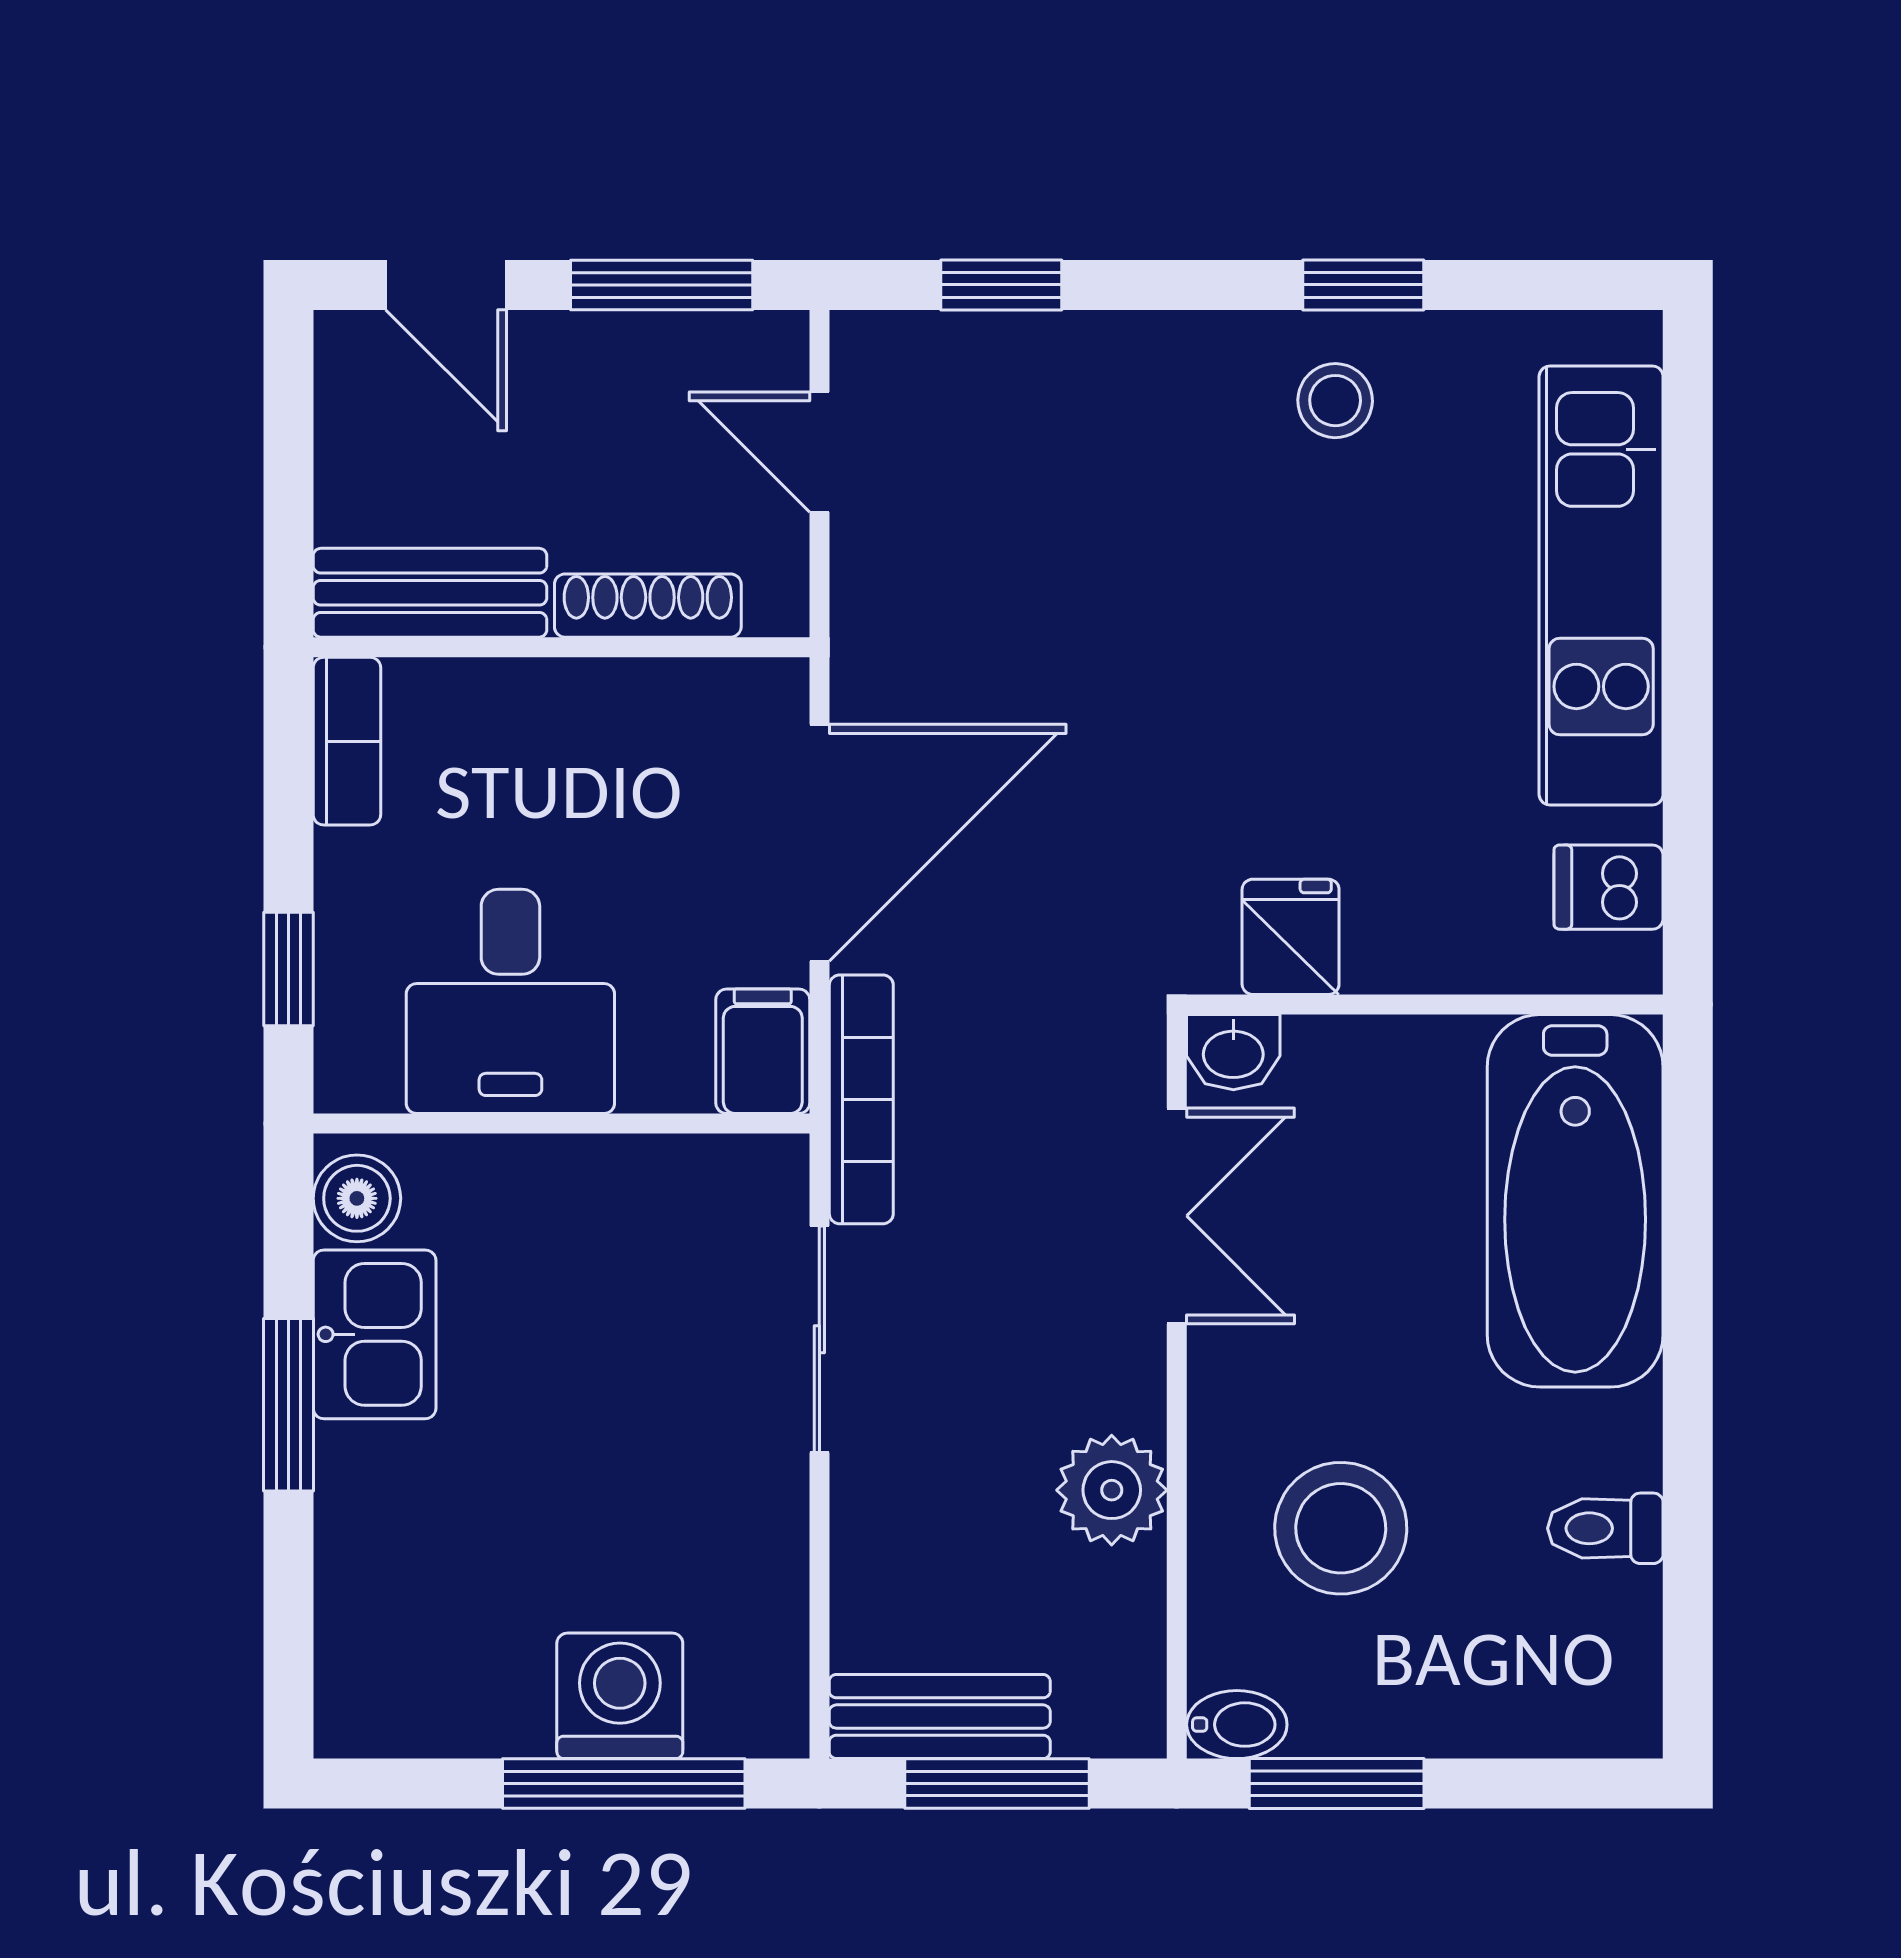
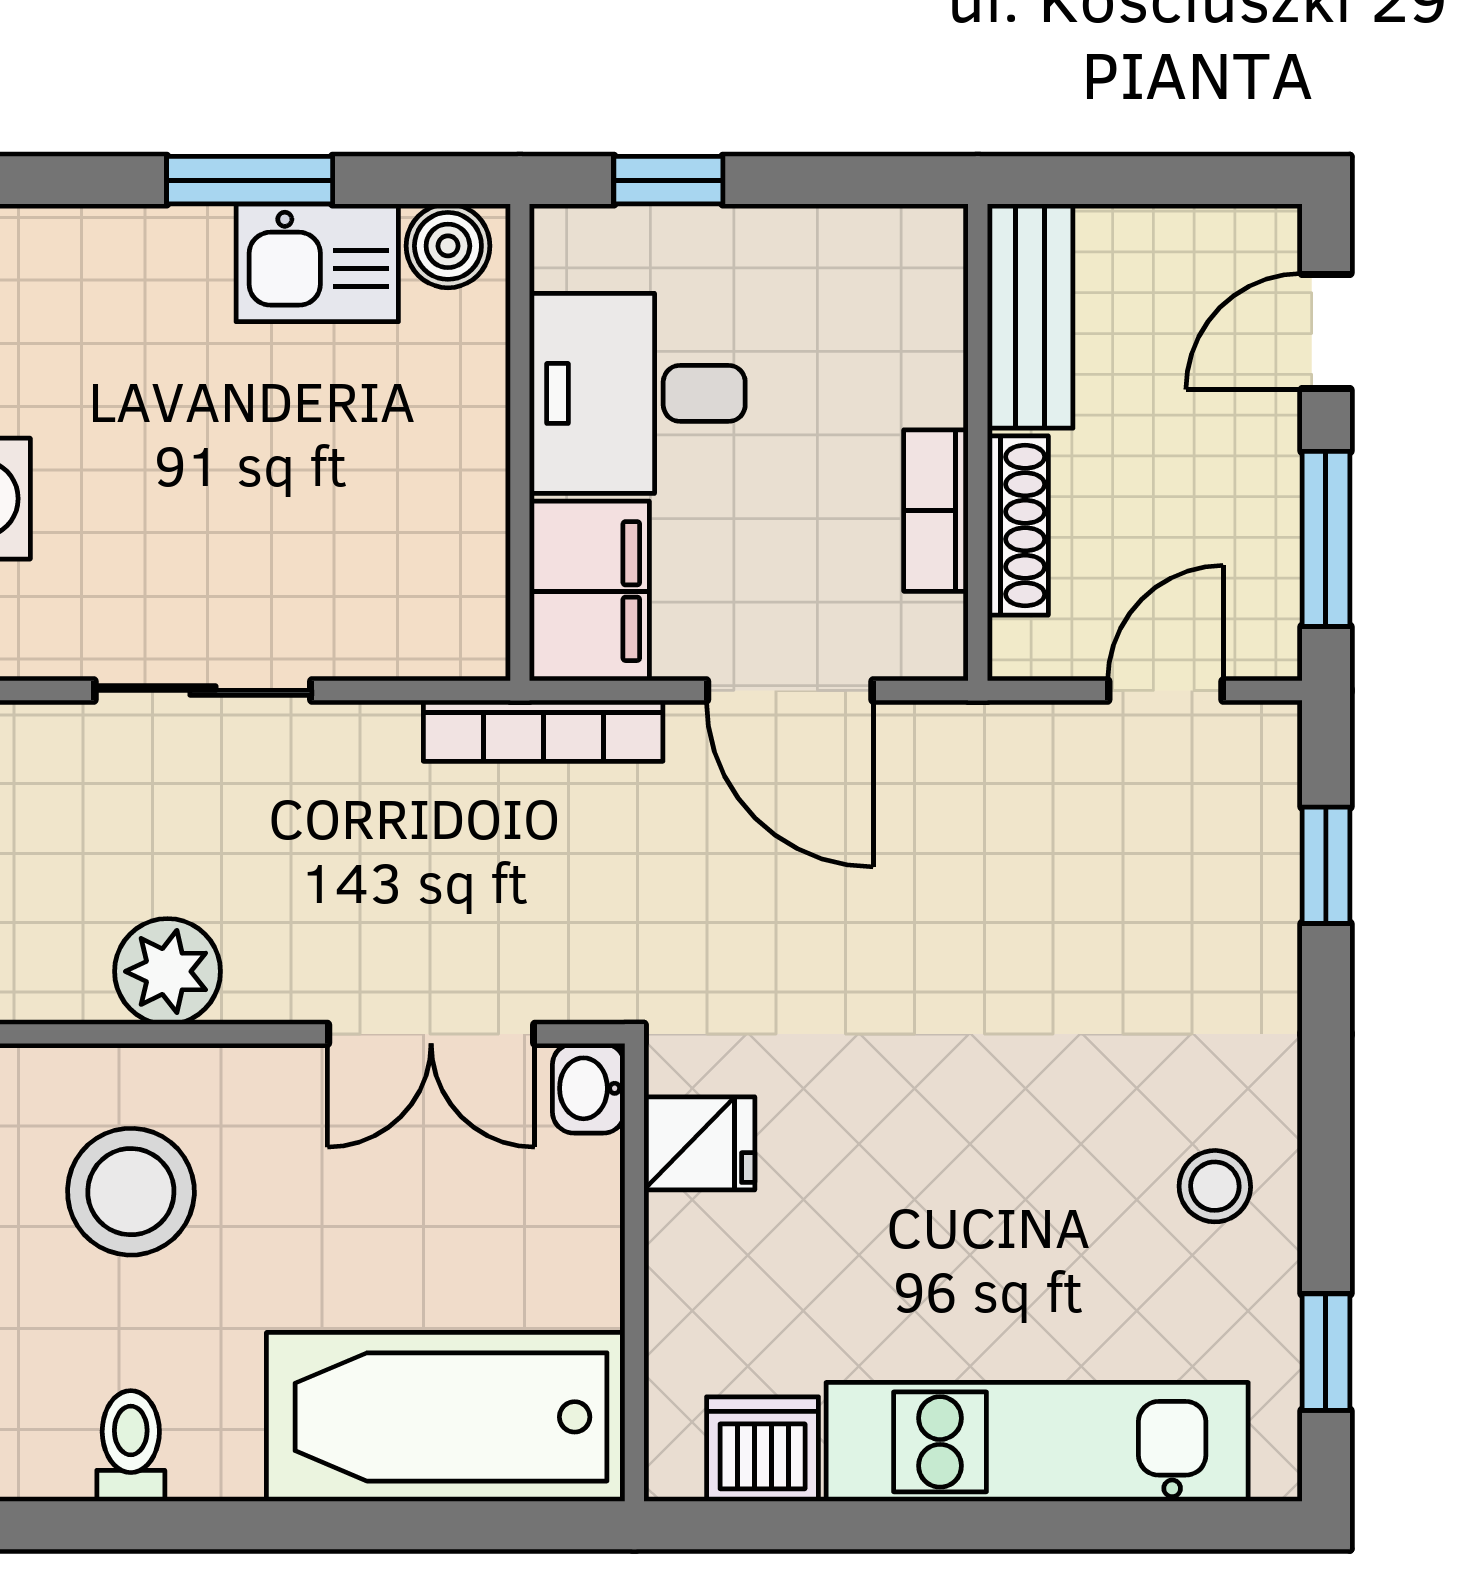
window: (1363, 285) -> (1326, 1352), moved
bookcase: (347, 741) -> (936, 511), moved, turned 90
door: (819, 843) -> (790, 690), width x0.73
dishwasher: (1609, 887) -> (763, 1449), width x1.38
filing cabinet: (763, 1051) -> (589, 591), width x2.00
sliding door: (819, 1339) -> (203, 690), moved

